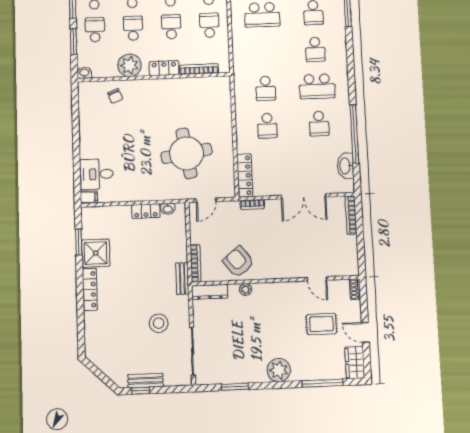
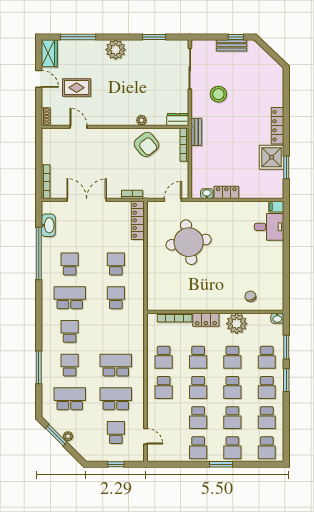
dresser: (210, 292) -> (178, 119), width x0.70

